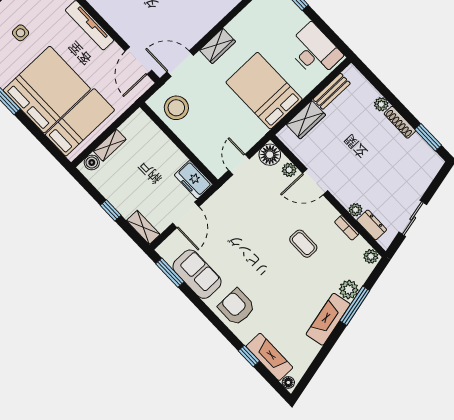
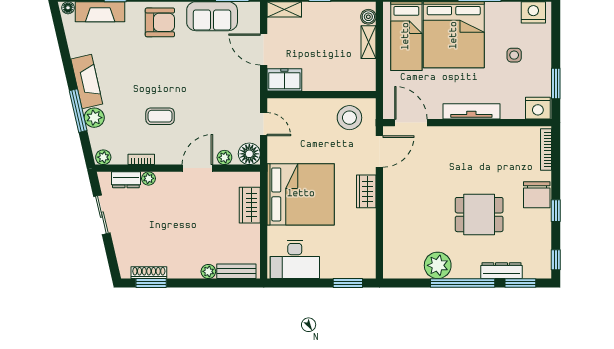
bed: (264, 91) -> (301, 194), width x1.36
bench: (332, 91) -> (236, 271), moved, turned 90
shoe rack: (400, 122) -> (149, 273), moved

